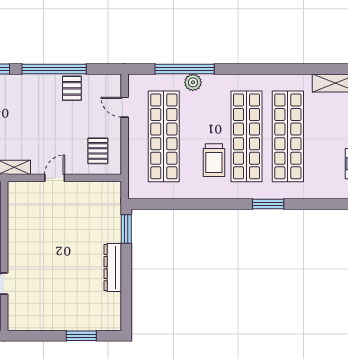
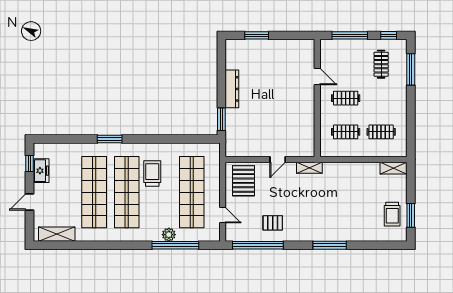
window: (54, 69) -> (258, 245), moved
pallet: (72, 88) -> (273, 223), moved, turned 90
pallet: (98, 151) -> (244, 181), width x1.50, depth x1.42

